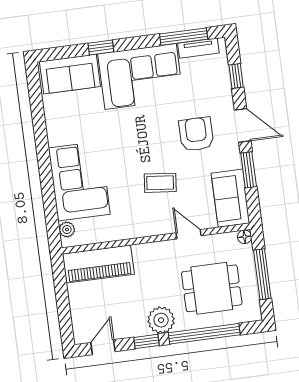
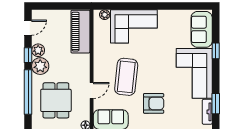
window: (184, 37) -> (216, 104), width x0.69
coffee table: (160, 183) -> (126, 77), width x1.86, depth x1.72
plant: (137, 327) -> (38, 50), added
door: (103, 347) -> (28, 28), hinge flipped

